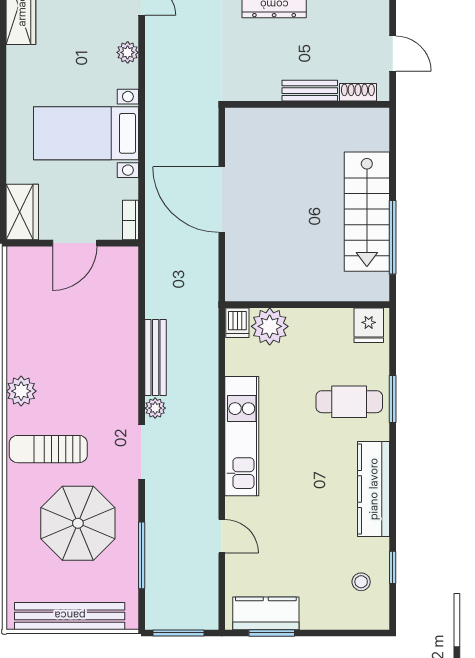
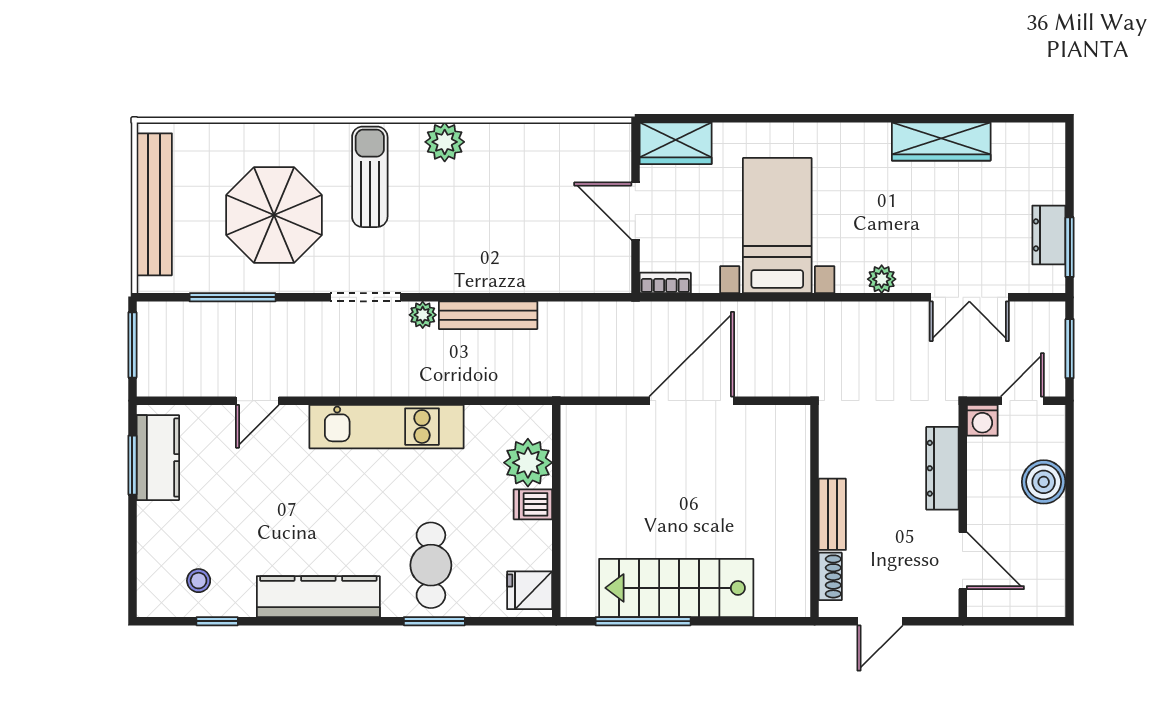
dishwasher: (237, 323) -> (533, 504), moved

